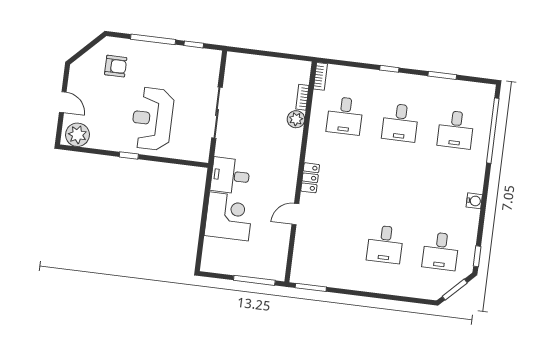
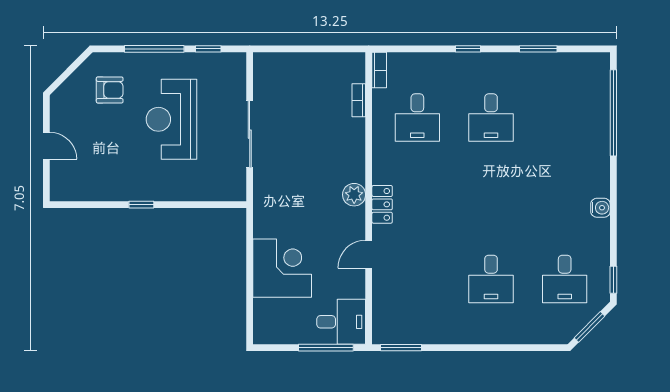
reception desk: (152, 119) -> (171, 119), moved
plant: (296, 119) -> (354, 195), moved
desk: (456, 130) -> (565, 118), removed
plant: (77, 135) -> (71, 186), removed
desk: (230, 176) -> (341, 322), moved, turned 180

